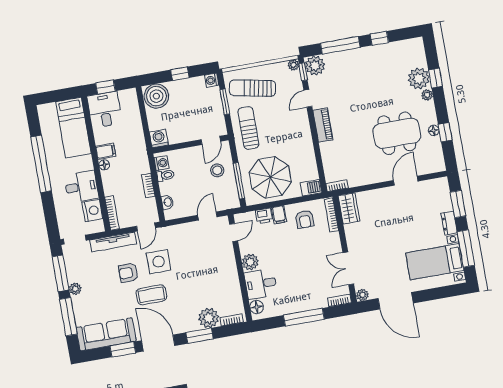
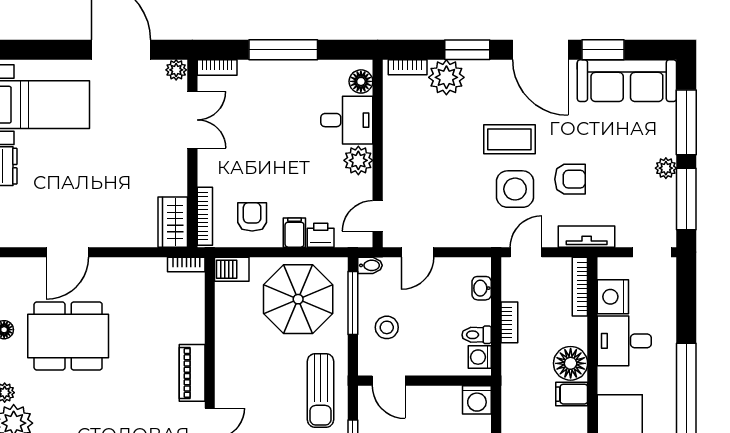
door: (211, 140) -> (389, 381), swing flipped
floor lamp: (104, 165) -> (571, 363), width x1.89, depth x1.89
bidet: (233, 204) -> (370, 265), added
tv unit: (113, 242) -> (587, 237), width x0.71
coffee table: (151, 295) -> (509, 139), moved

